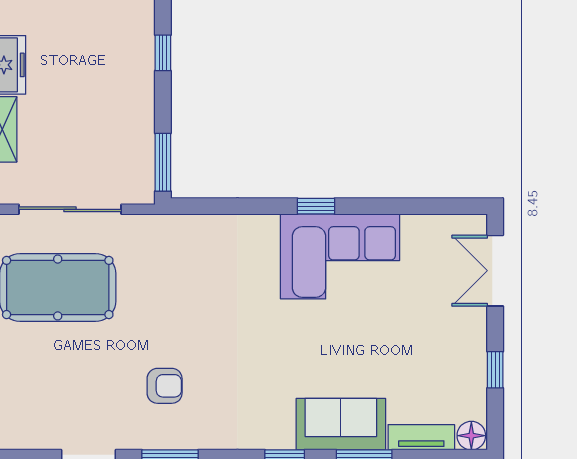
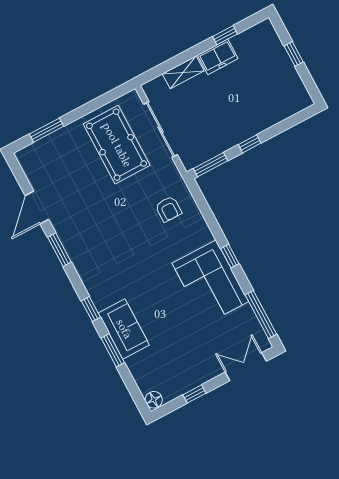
window: (163, 53) -> (250, 144), moved
window: (429, 206) -> (261, 315), added
armchair: (165, 386) -> (168, 209), moved
tv unit: (421, 437) -> (139, 374), removed

